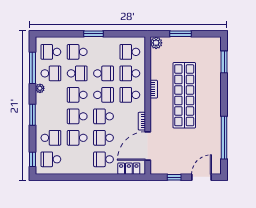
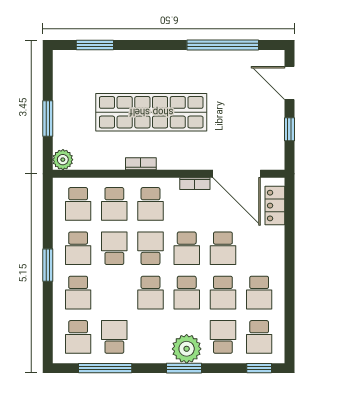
school desk: (77, 73) -> (78, 248), moved, turned 180
plant: (40, 88) -> (187, 349), moved, width x1.87, depth x1.87
school desk: (103, 159) -> (259, 293), moved

